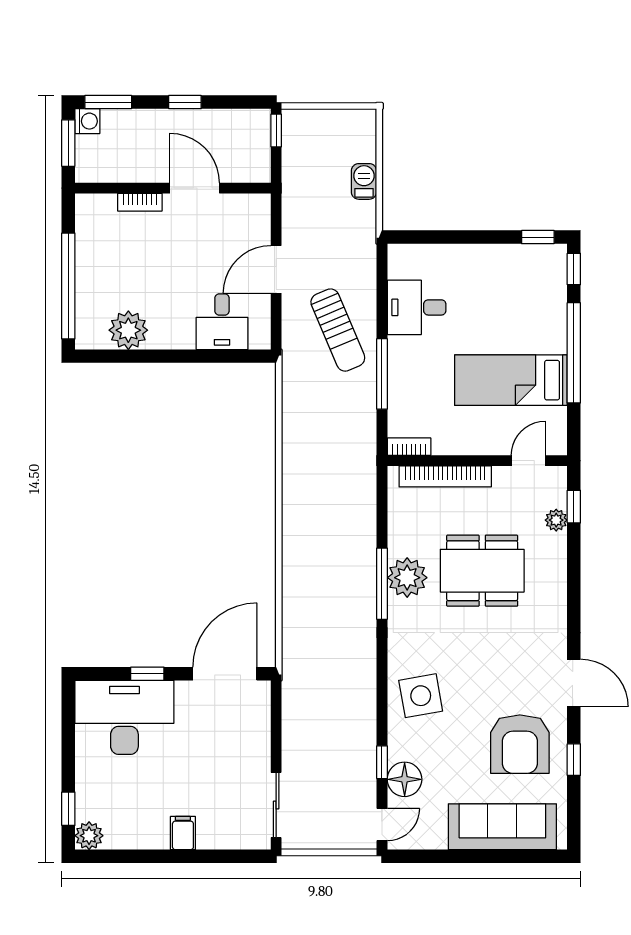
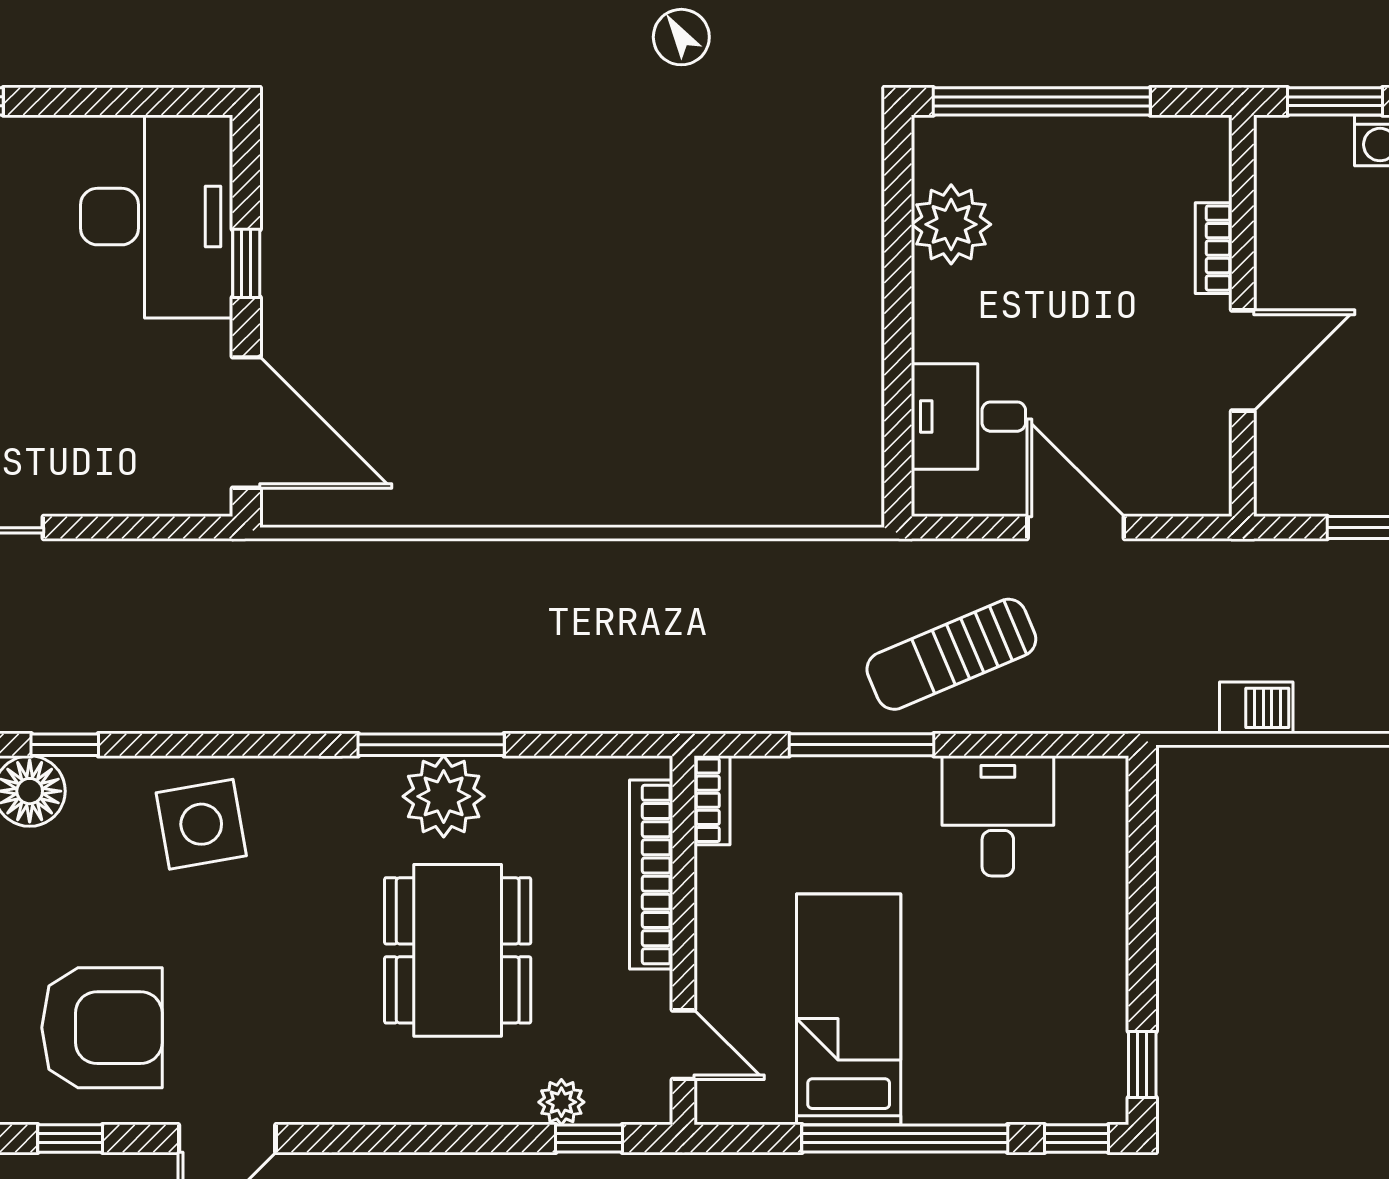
armchair: (520, 744) -> (102, 1028), turned 180

